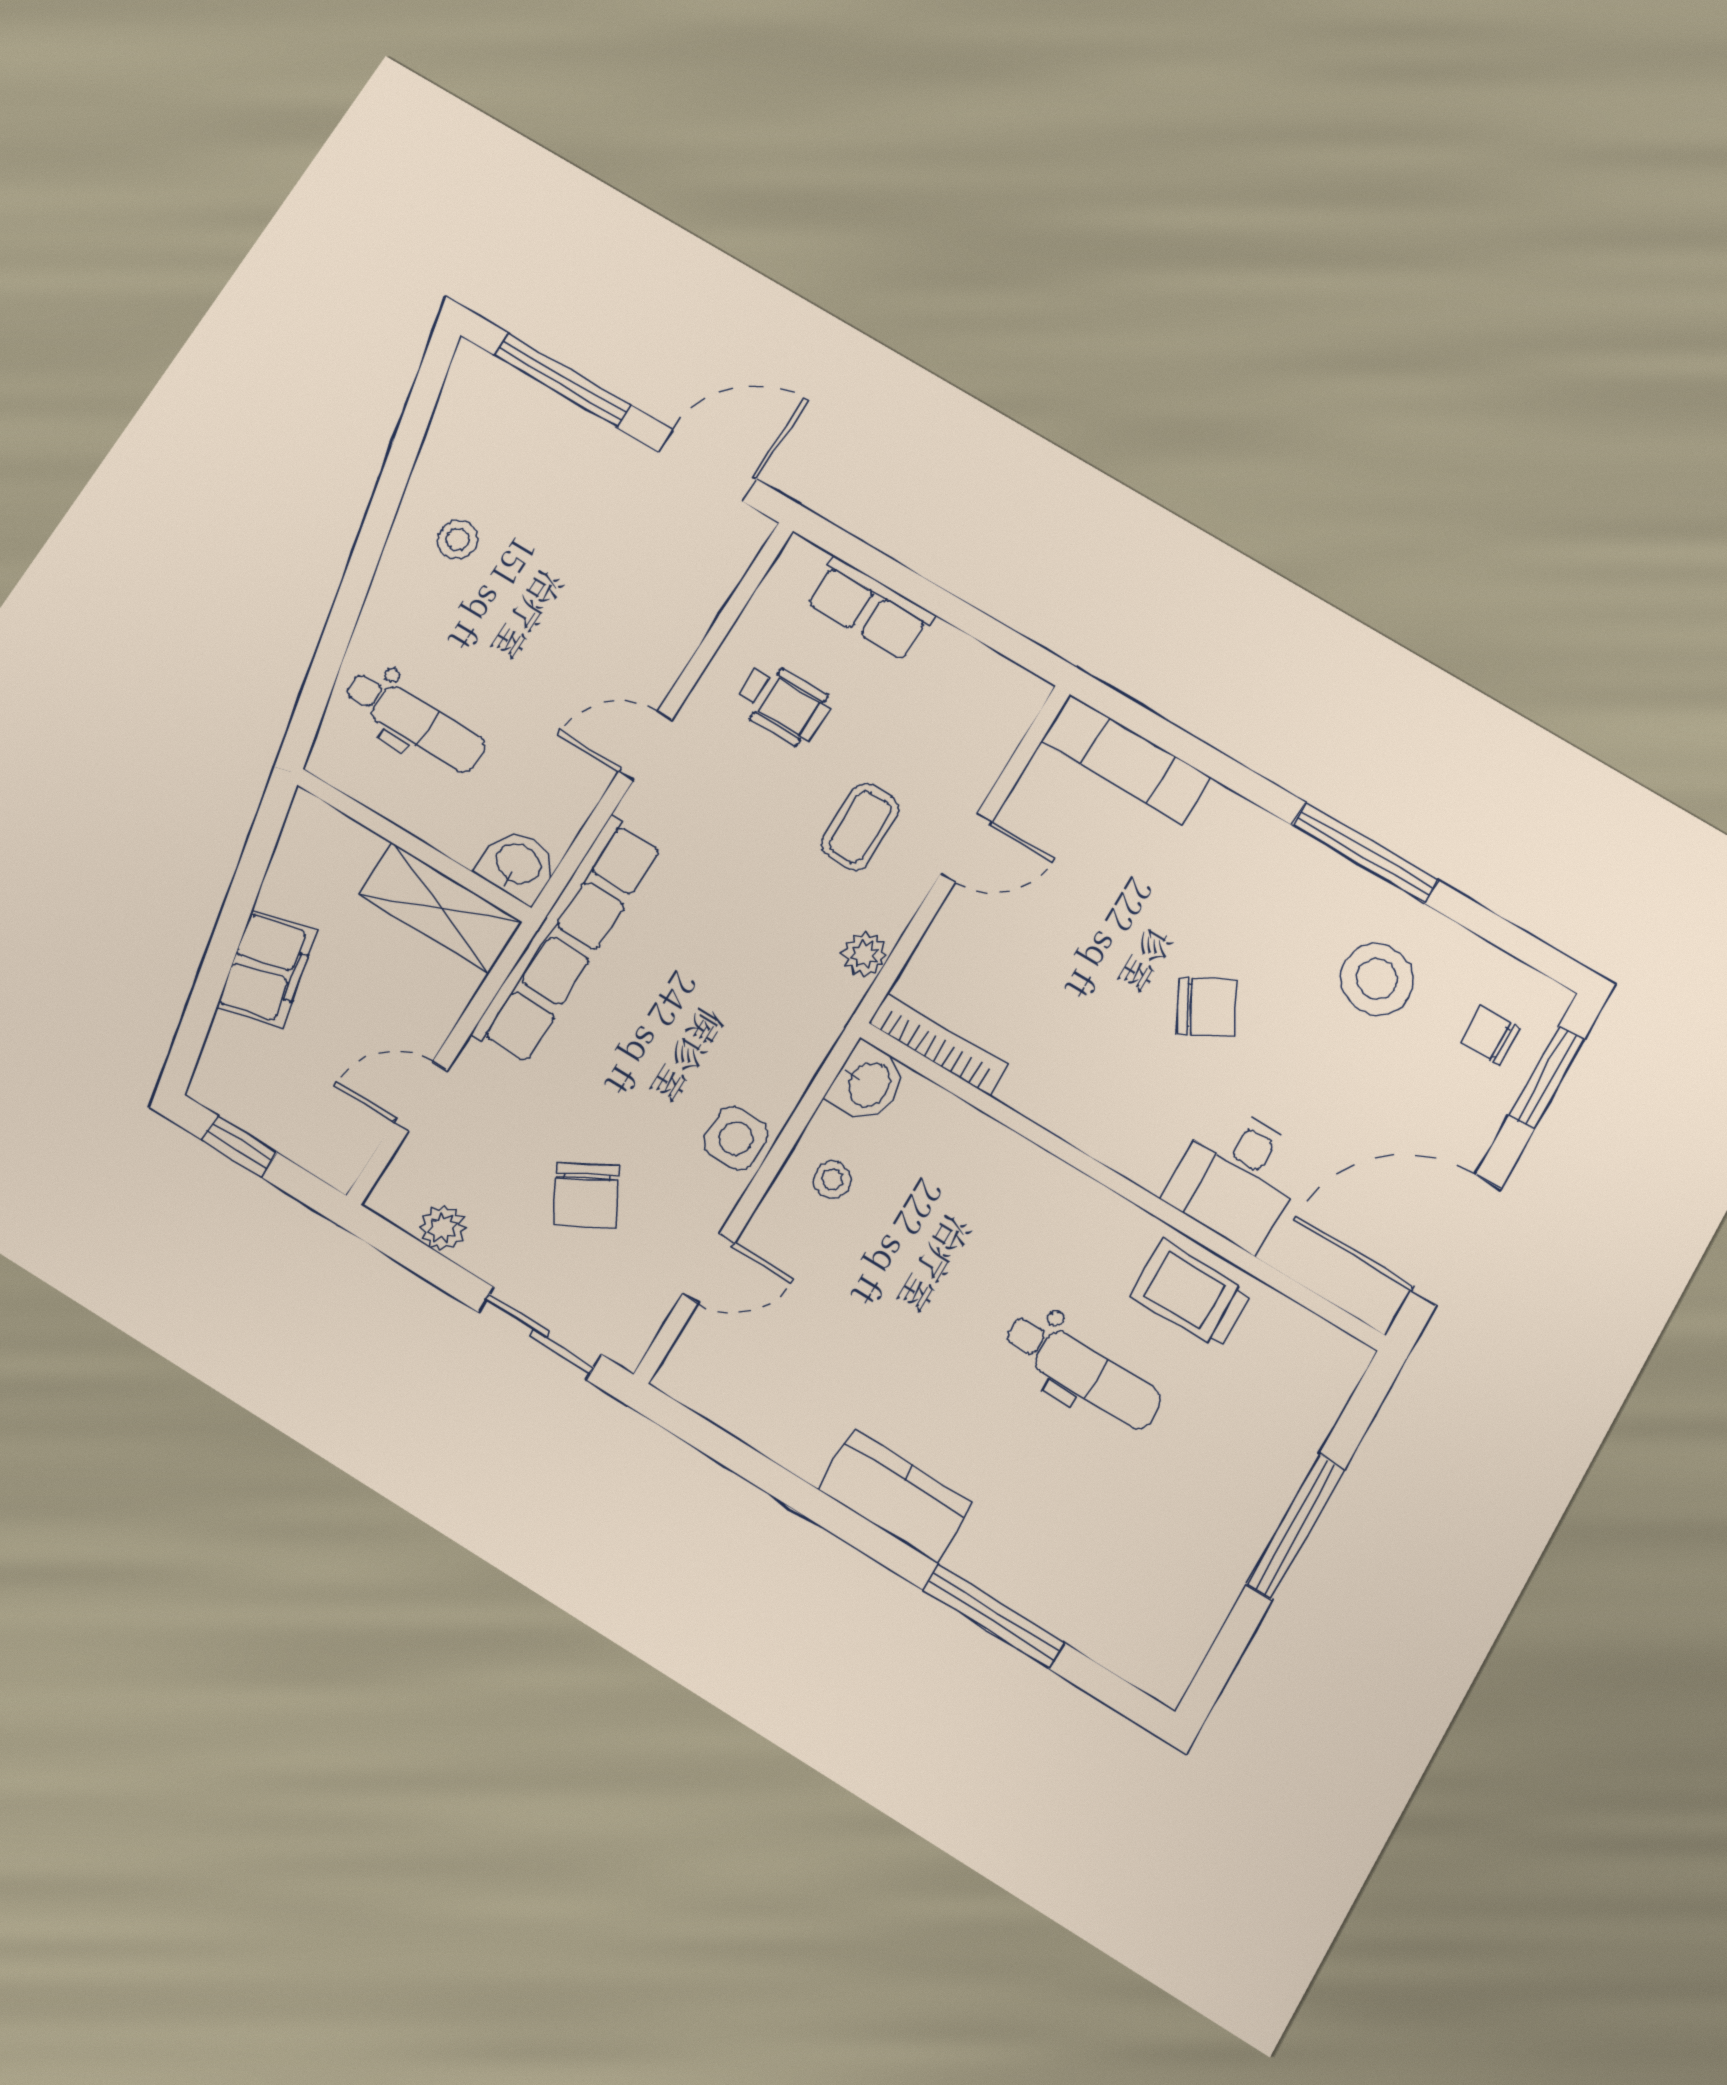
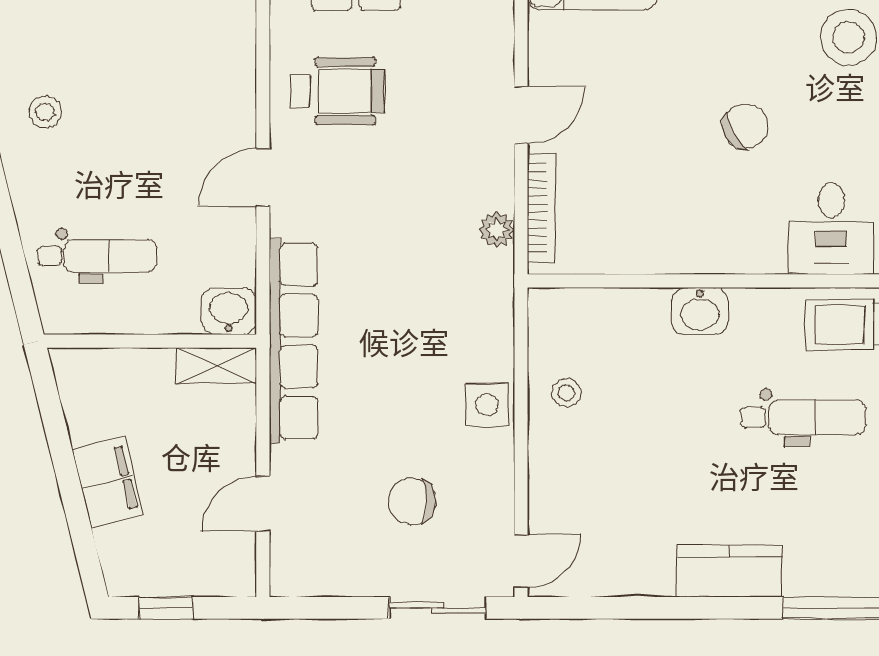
wheelchair: (783, 704) -> (338, 91), width x1.36, depth x1.37
coffee table: (860, 827) -> (441, 144), removed
shelving: (441, 908) -> (216, 366), width x0.67, depth x0.75
bookcase: (938, 1044) -> (541, 208), moved, turned 90
washbasin: (868, 1084) -> (700, 311), moved, turned 90
chair: (586, 1195) -> (412, 501), turned 119
plant: (443, 1228) -> (332, 579), removed
door: (709, 1268) -> (521, 561), moved

